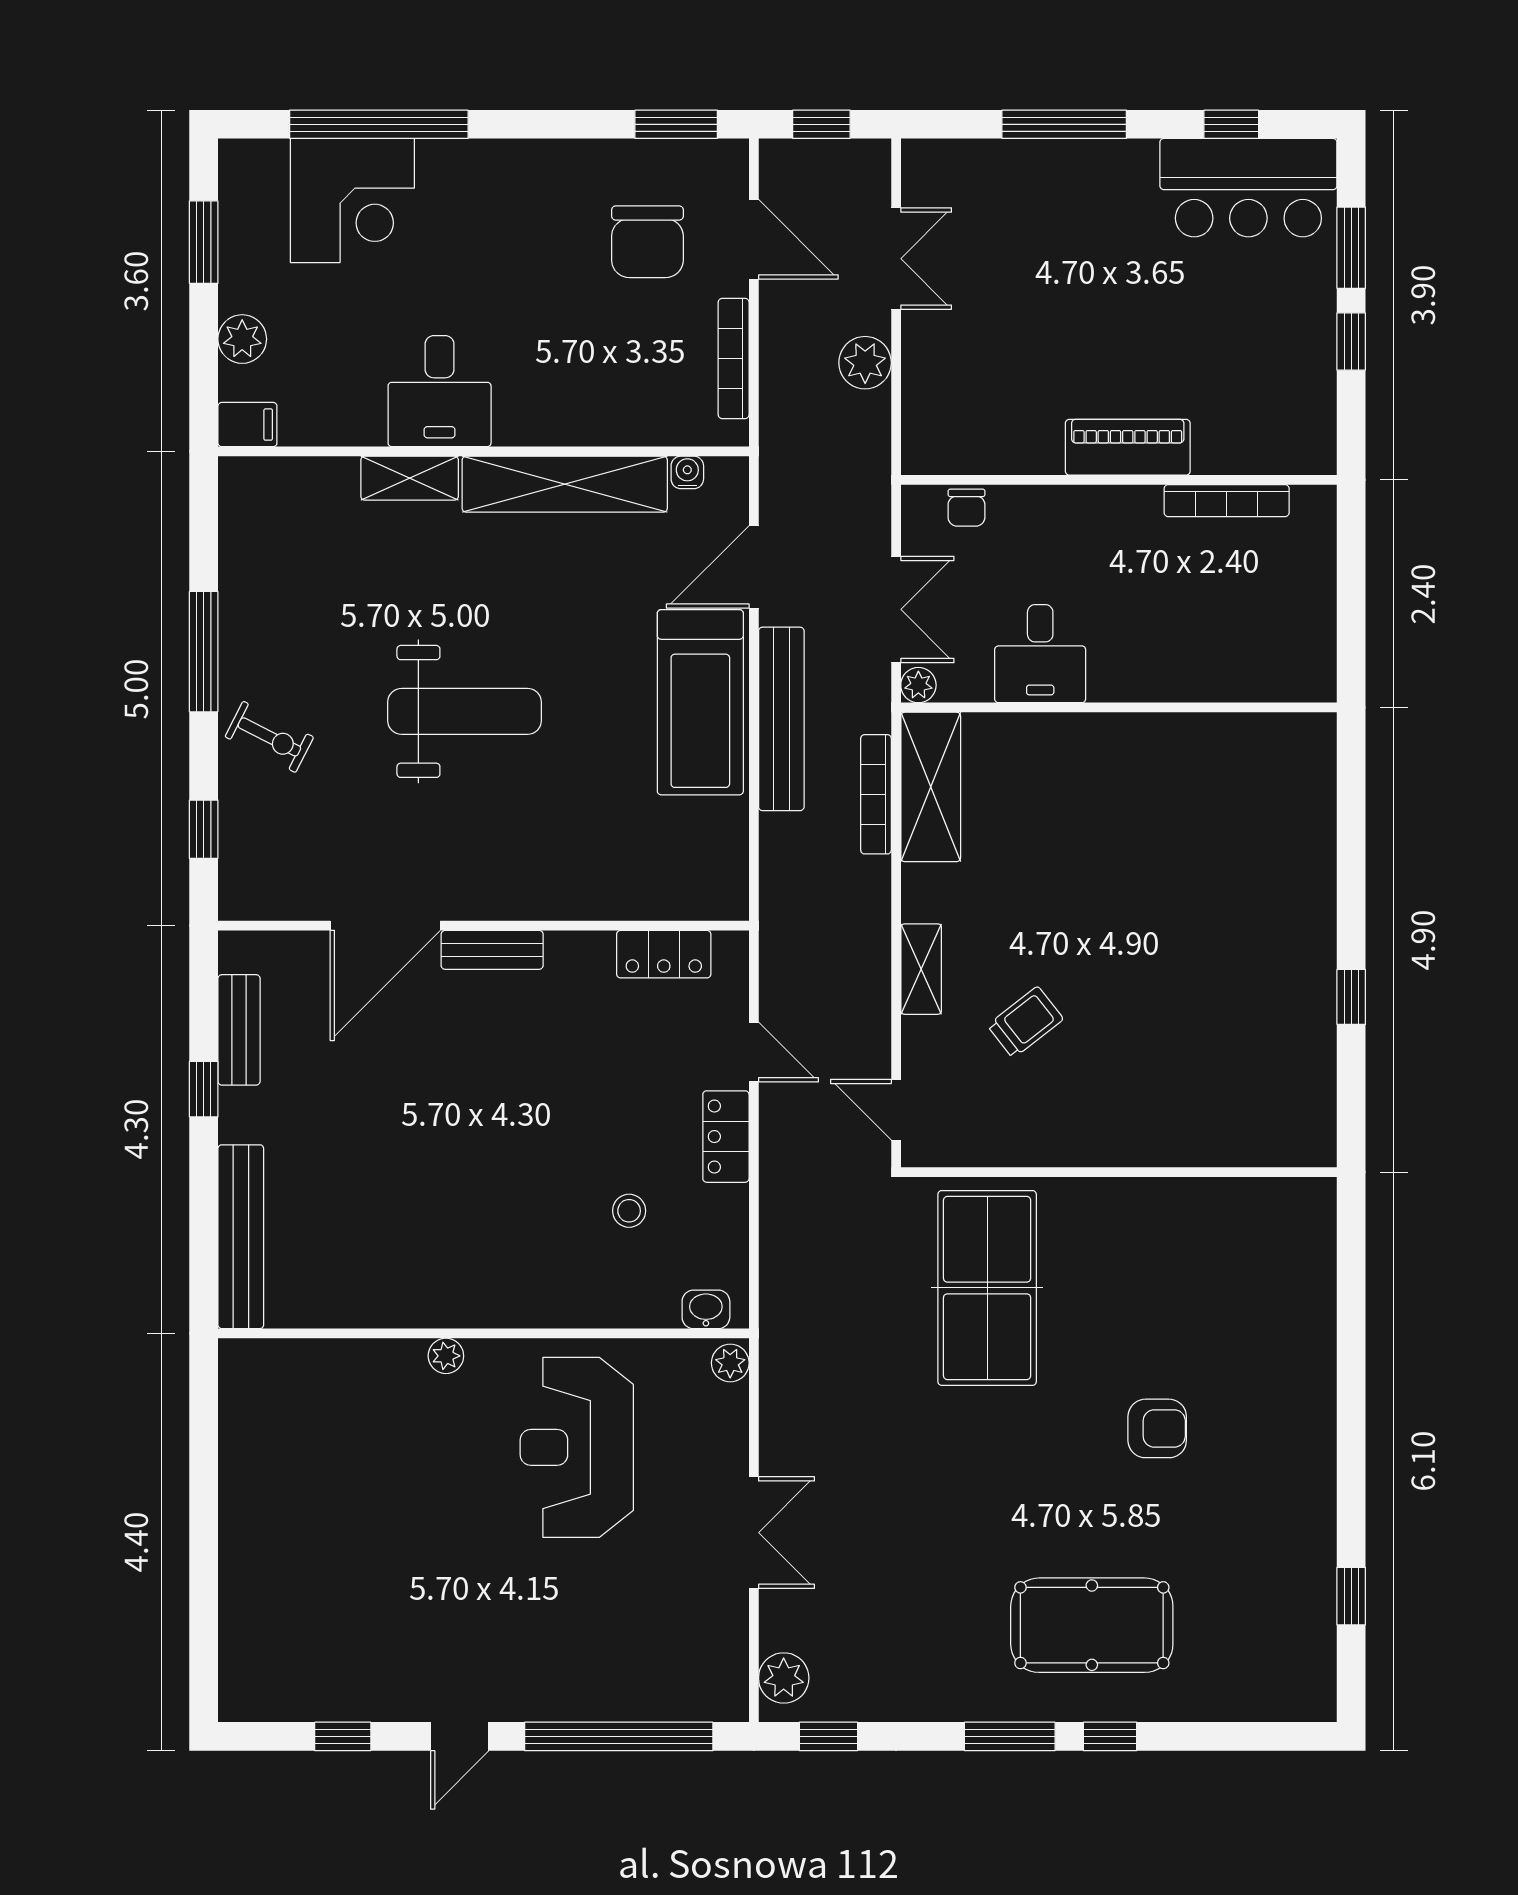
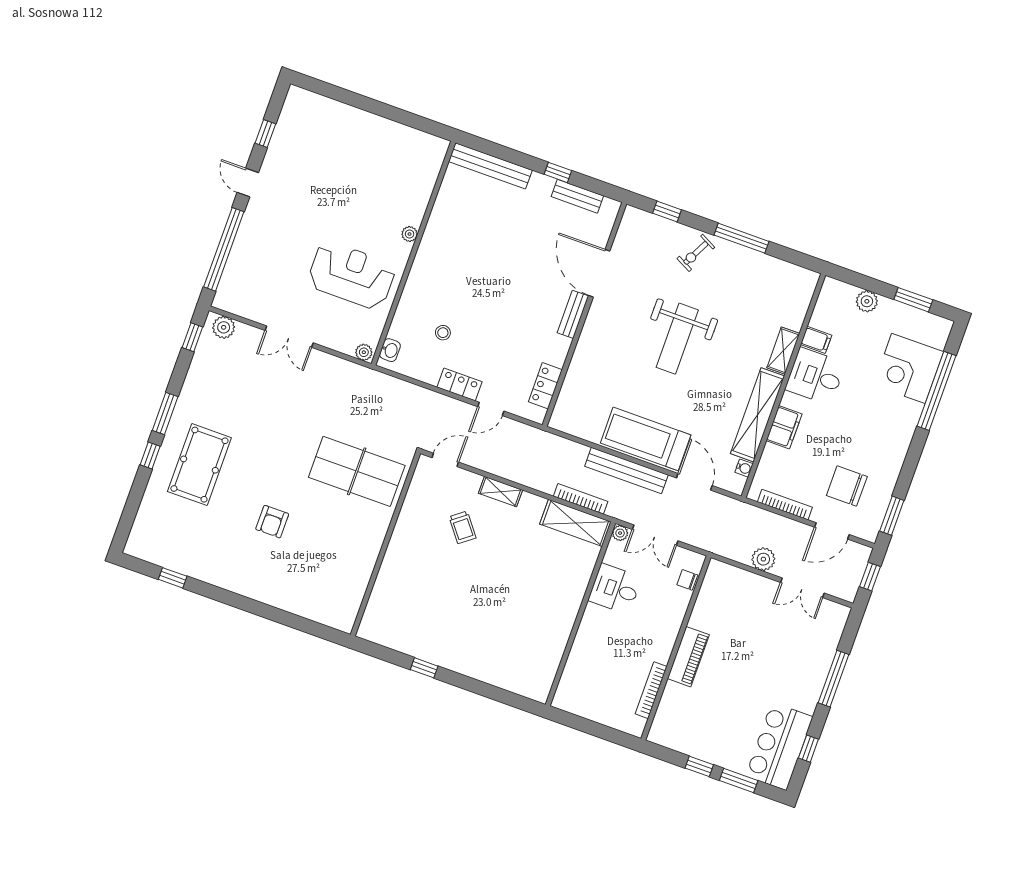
filing cabinet: (571, 419) -> (784, 427), added
filing cabinet: (247, 425) -> (816, 340), moved, turned -90

